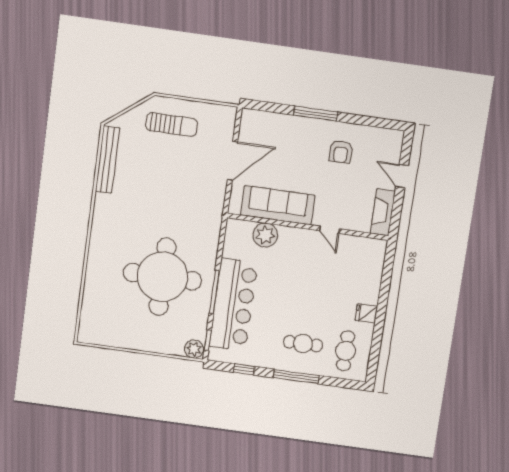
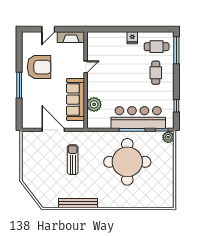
sun lounger: (172, 125) -> (73, 160), moved
armchair: (341, 152) -> (39, 67), width x1.88, depth x1.88
bench: (107, 160) -> (78, 203), moved
window: (296, 377) -> (176, 50), moved

